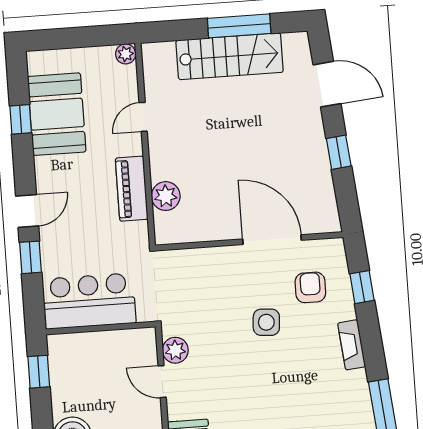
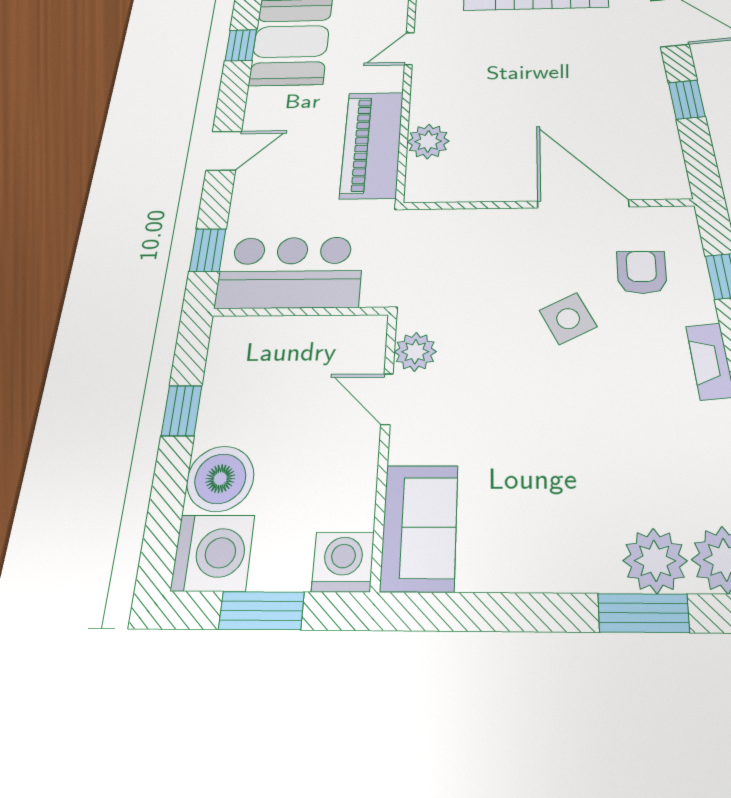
piano: (132, 189) -> (372, 144), width x1.37, depth x1.33
window: (30, 257) -> (208, 250), moved
side table: (266, 322) -> (568, 319), turned -31
window: (39, 372) -> (182, 411), moved

